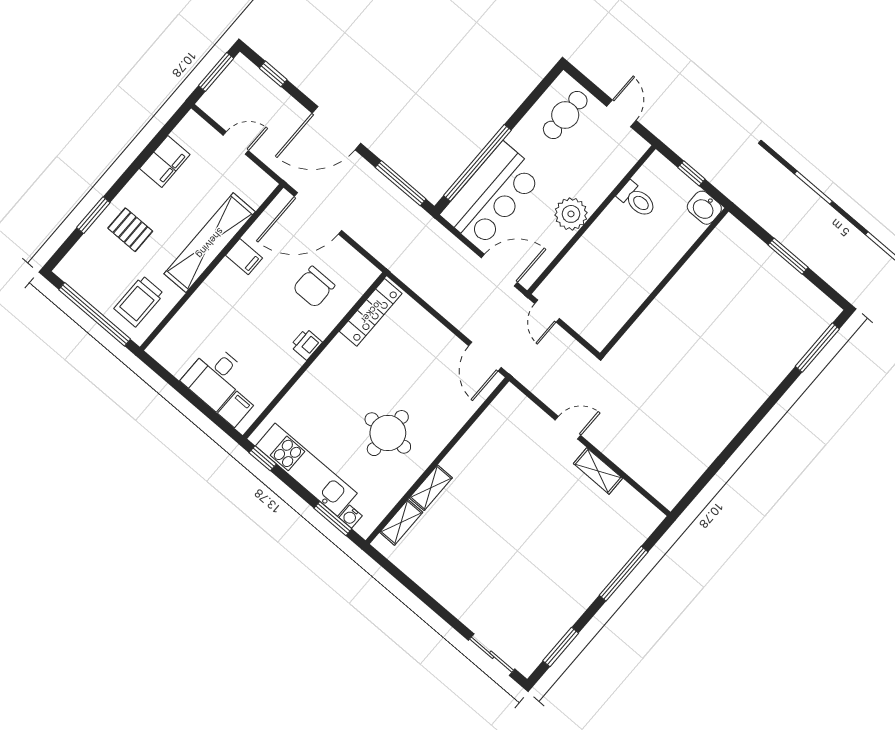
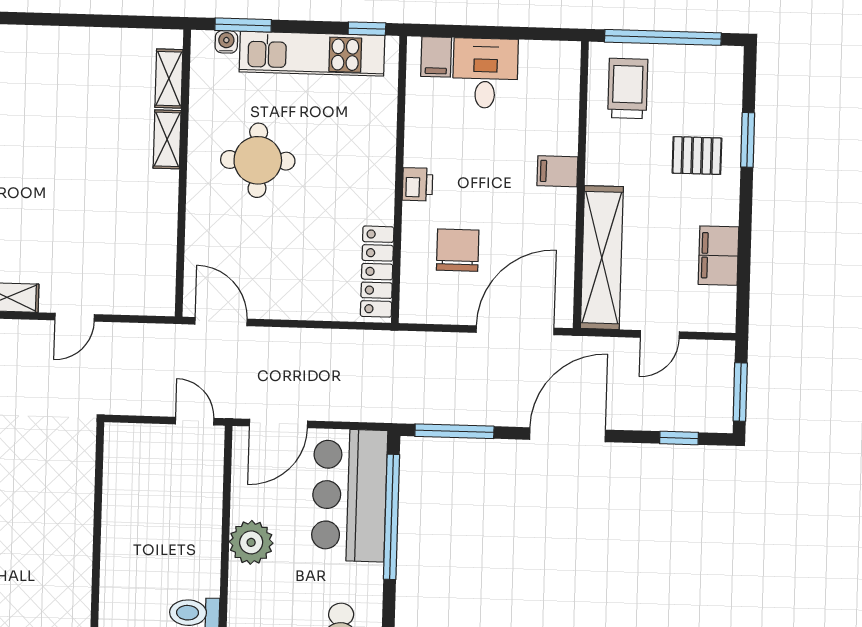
shelving: (210, 243) -> (602, 258), moved
filing cabinet: (244, 257) -> (557, 171), moved

